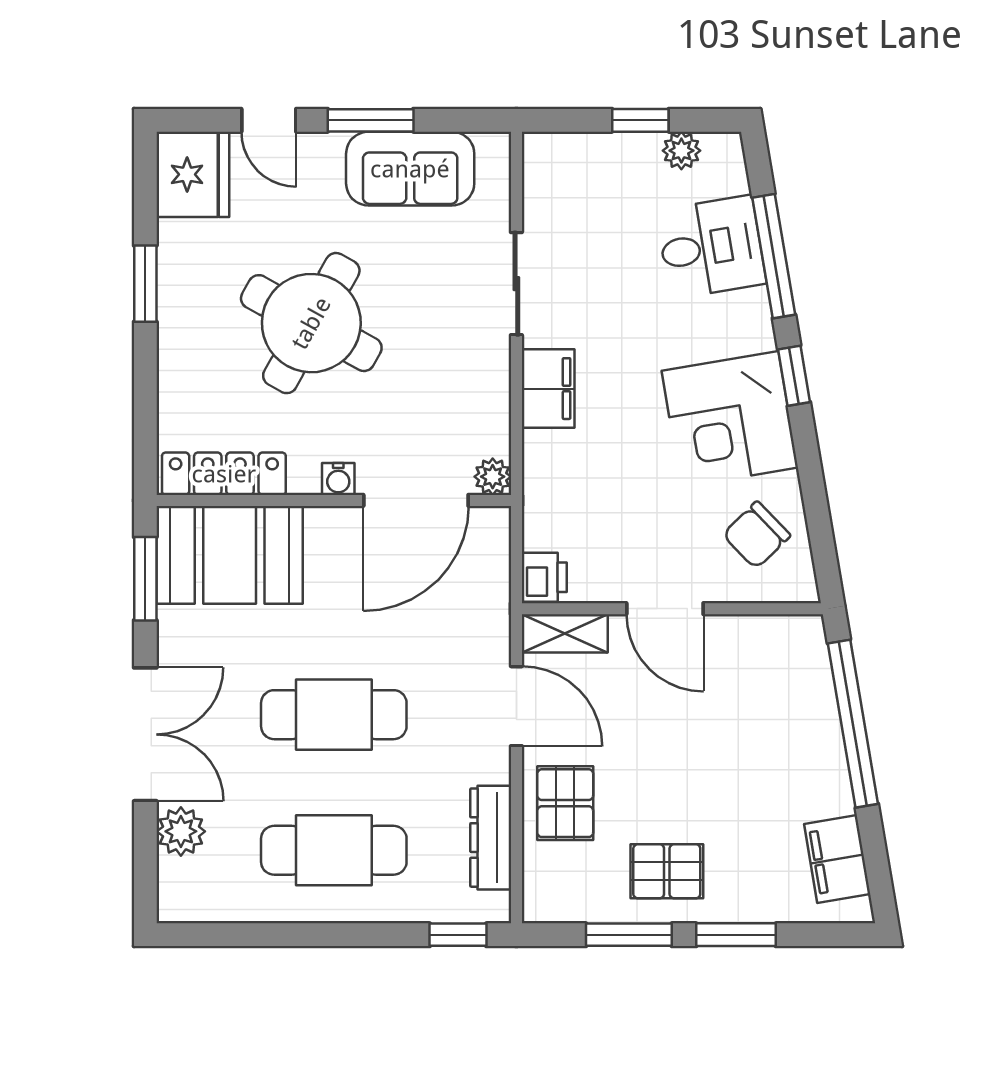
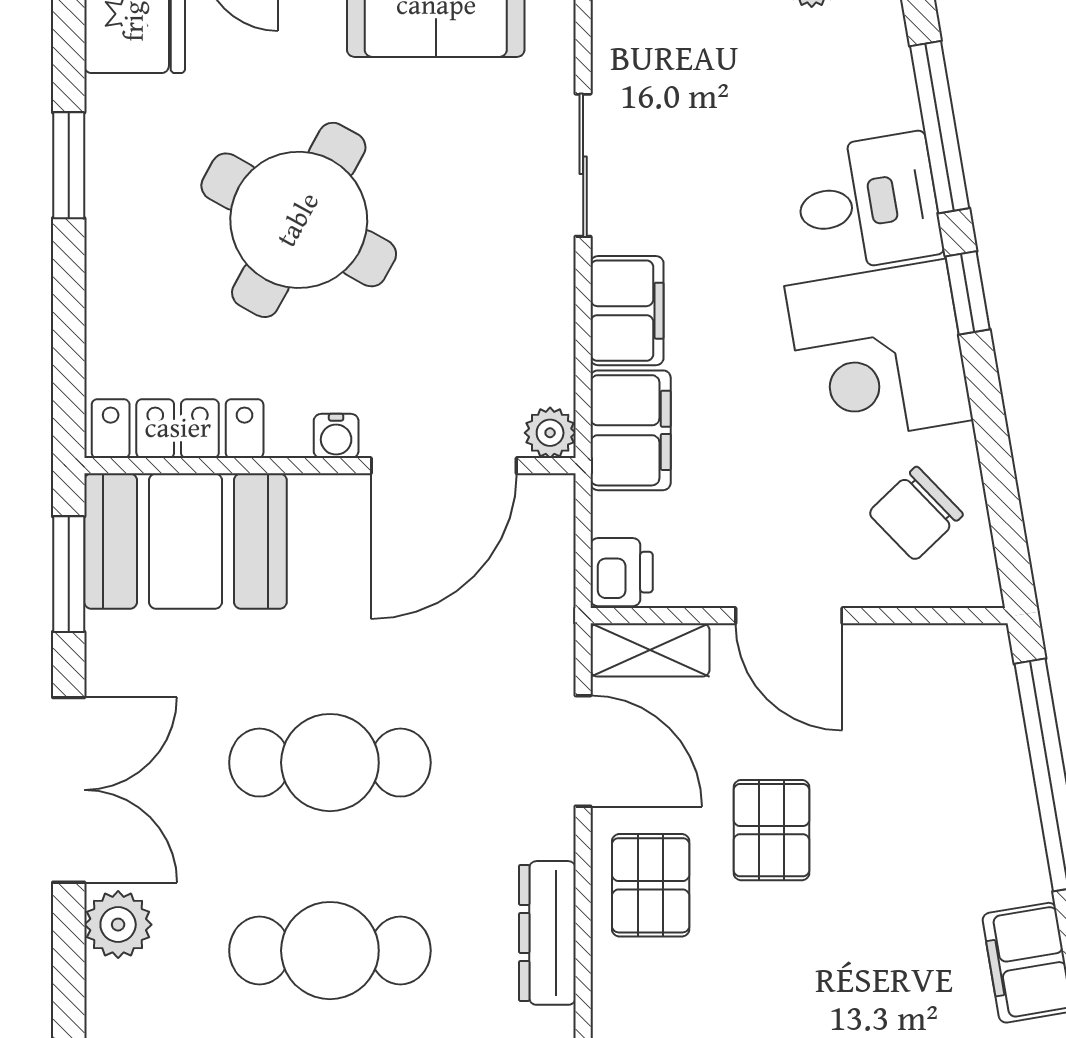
desk: (711, 247) -> (868, 203), moved
filing cabinet: (551, 475) -> (631, 430), added
pallet: (667, 871) -> (771, 830), moved, turned 90

